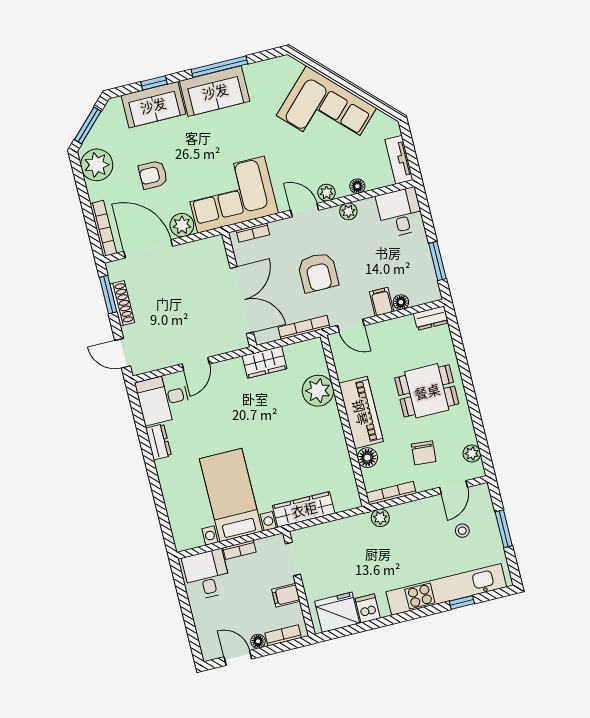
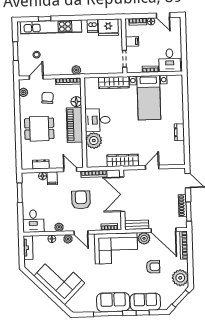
bench: (202, 248) -> (137, 225), added
dresser: (431, 318) -> (41, 164), moved
wardrobe: (265, 362) -> (123, 160), width x1.50
desk: (163, 399) -> (98, 120), moved, turned 180

